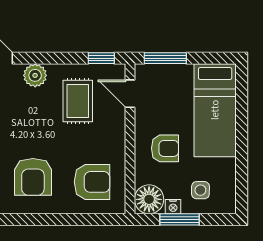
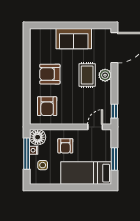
window: (165, 58) -> (114, 159), moved
rug: (78, 101) -> (87, 75), moved, turned 90
window: (179, 219) -> (27, 154), width x1.44

